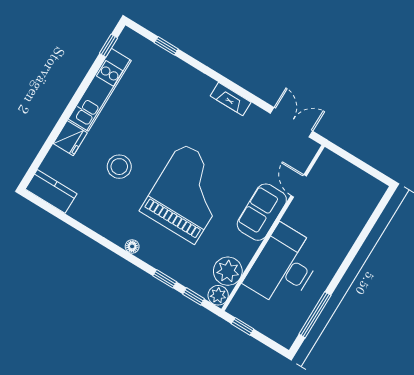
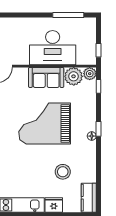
stool: (119, 167) -> (63, 172), moved
sofa: (262, 212) -> (46, 77), moved
window: (165, 279) -> (98, 129), moved

